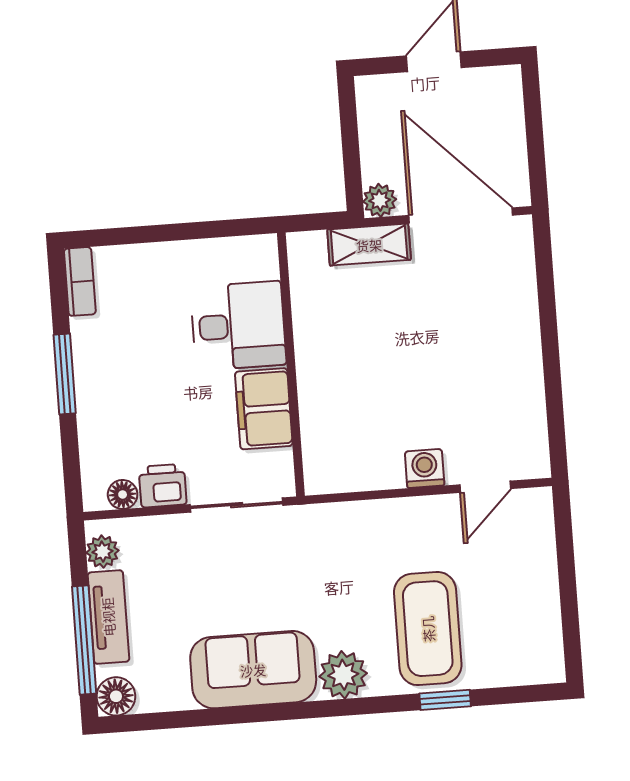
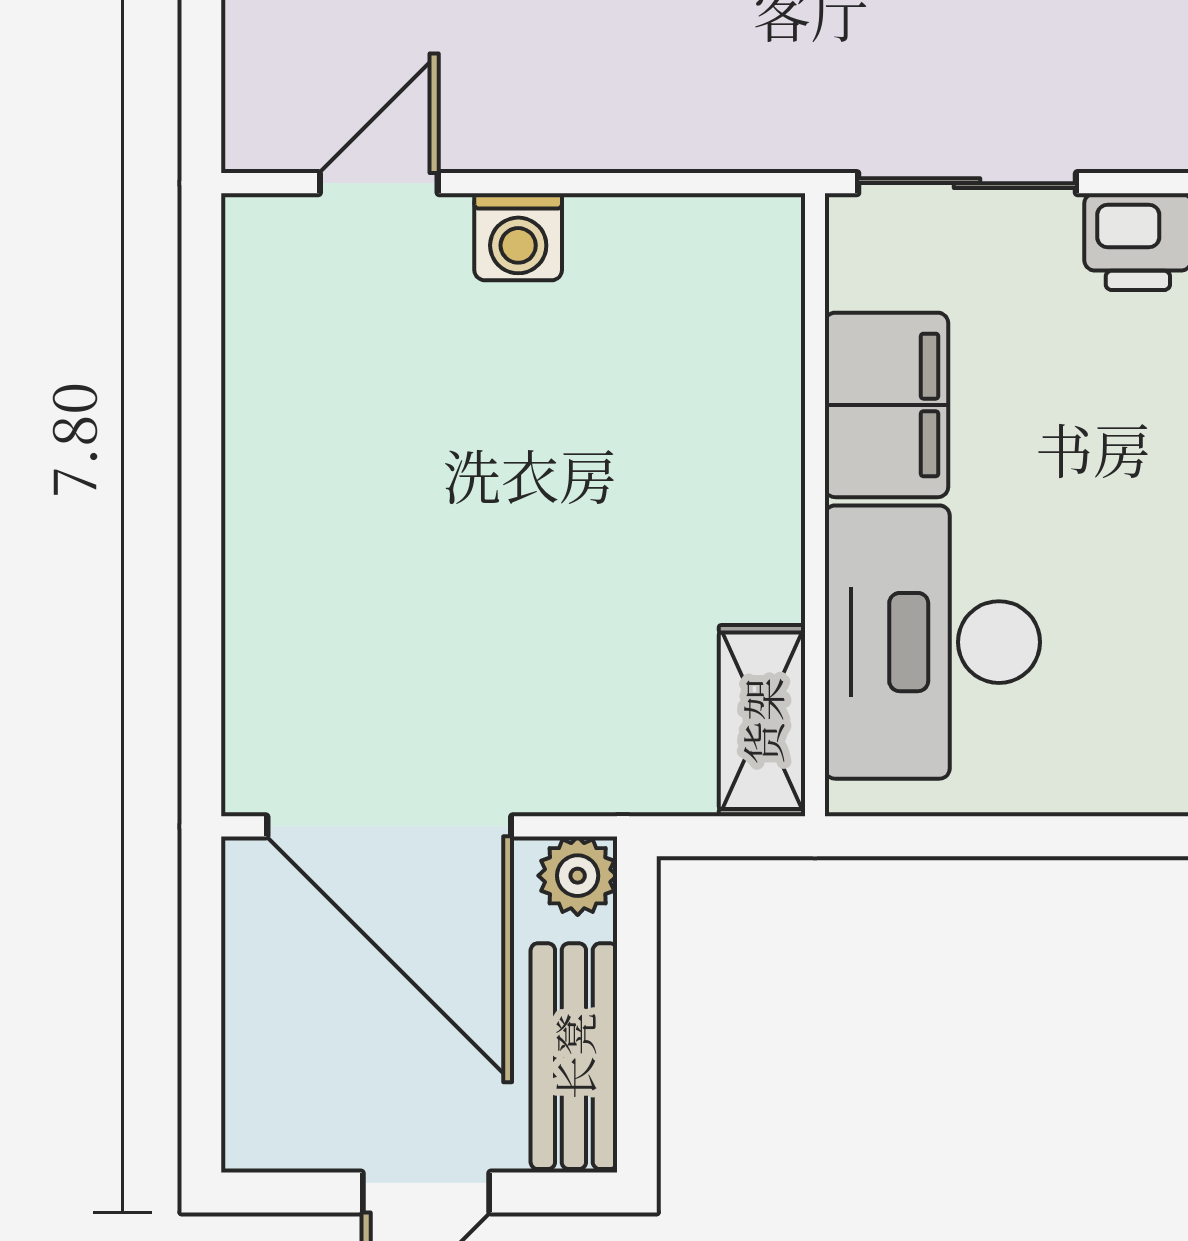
bench: (376, 124) -> (574, 1056), added
shelving: (369, 245) -> (762, 721), moved, turned 90
desk: (238, 326) -> (932, 642), width x1.37

